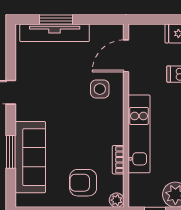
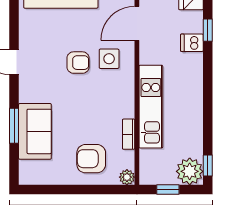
armchair: (71, 93) -> (78, 63), added
sofa: (30, 157) -> (35, 131), width x0.73

